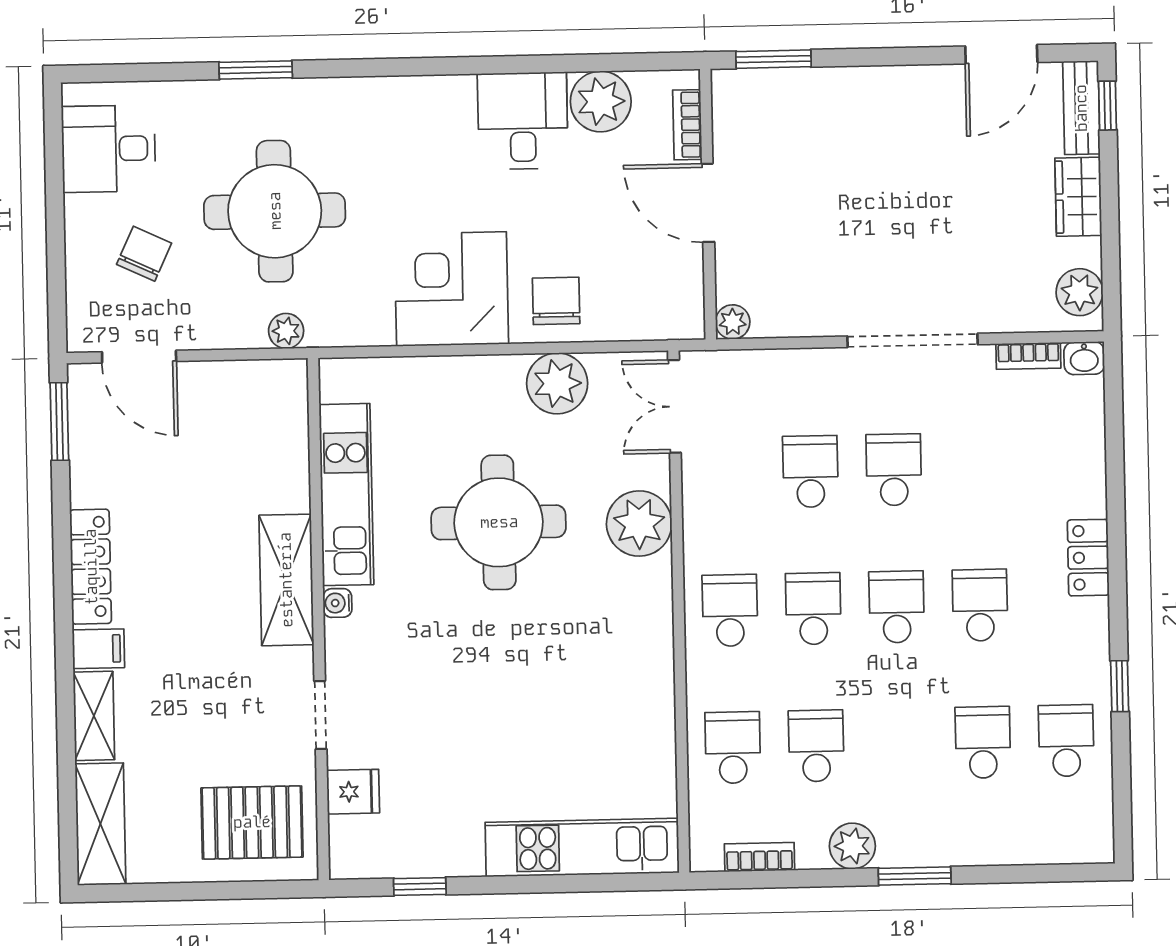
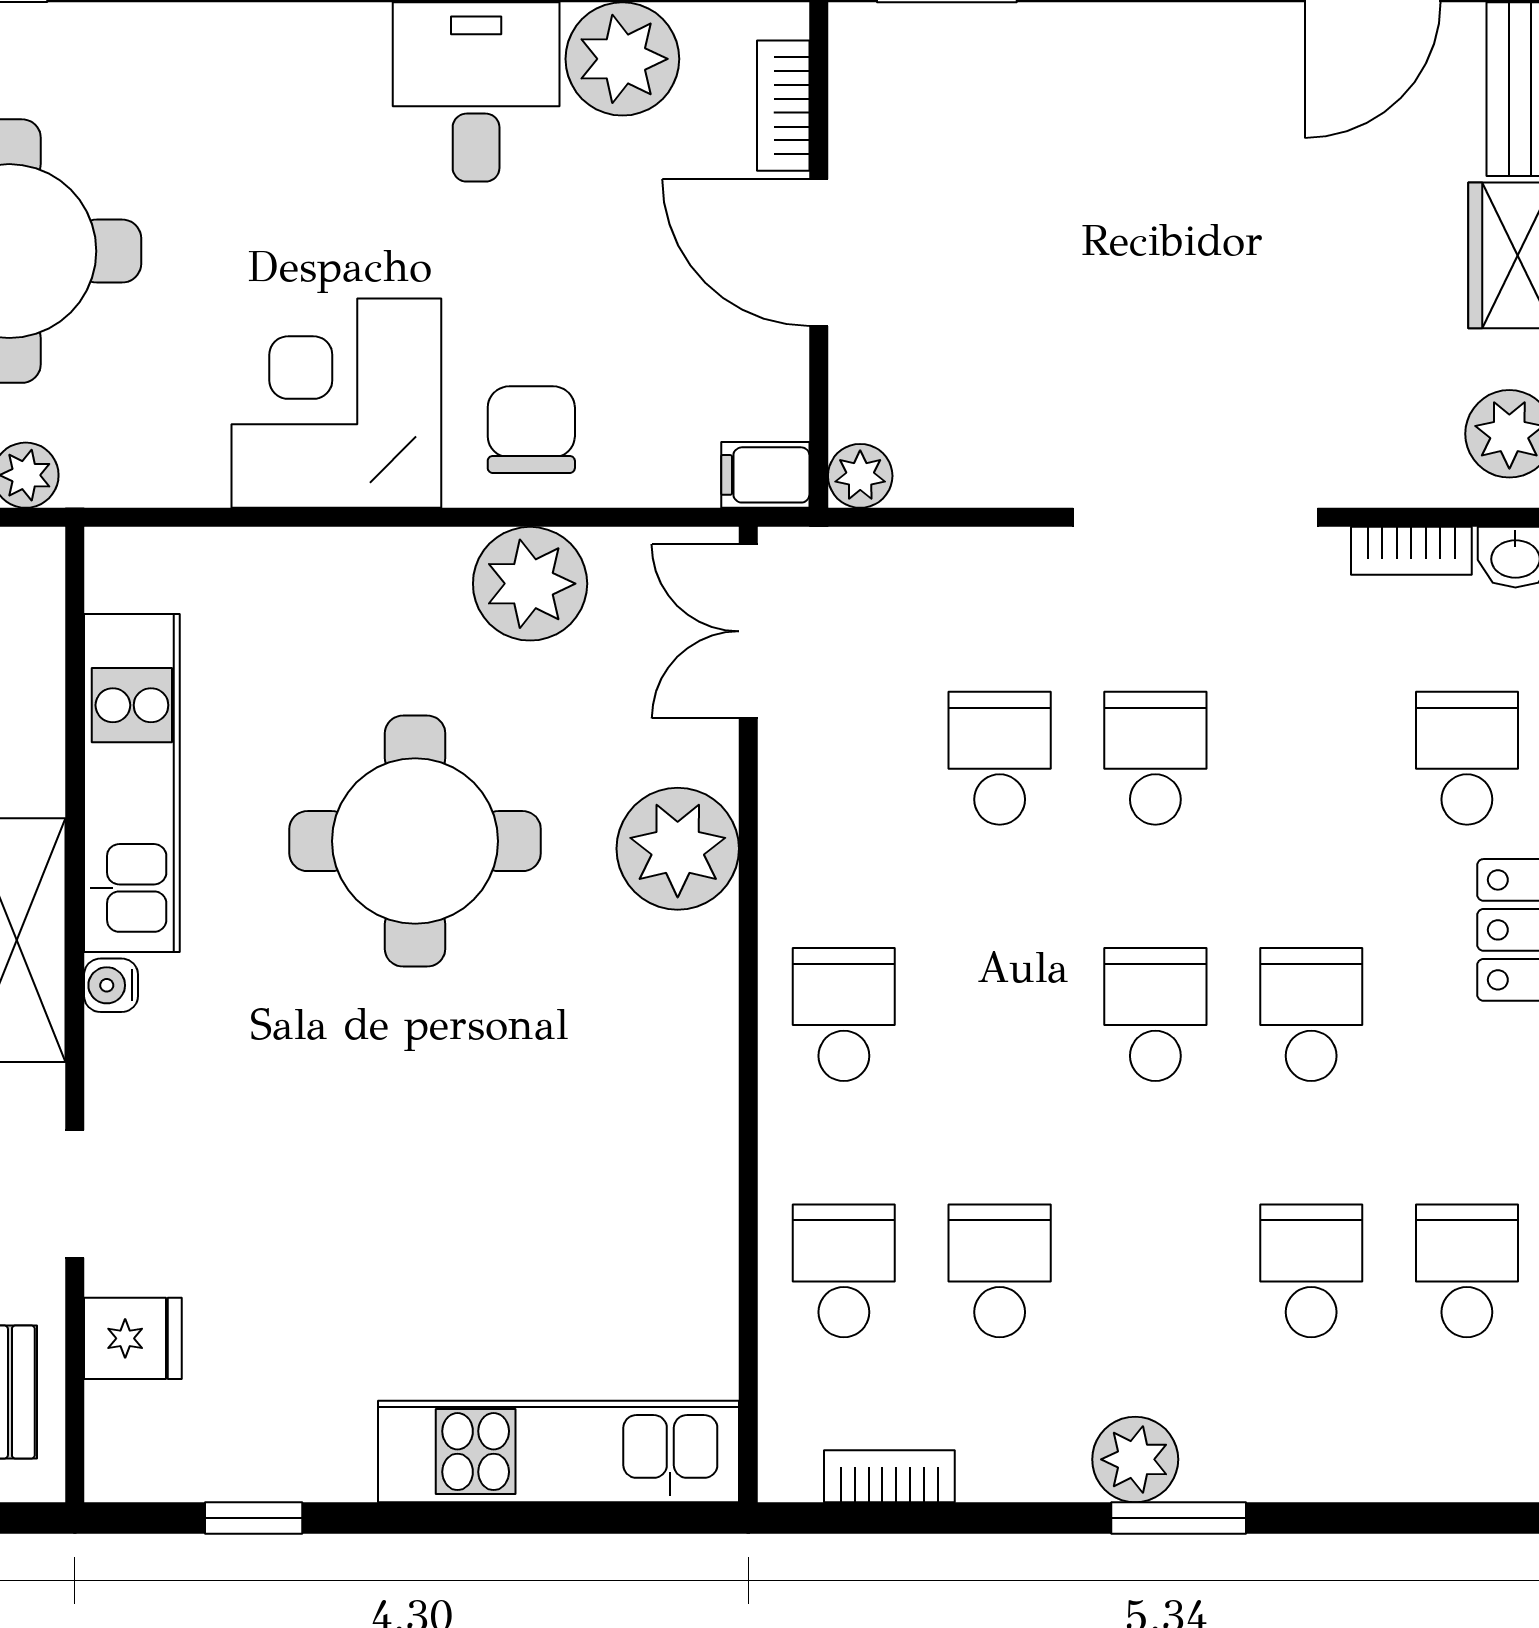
filing cabinet: (682, 323) -> (765, 475), added
school desk: (813, 609) -> (1467, 758), moved
plant: (852, 846) -> (1135, 1459), moved

